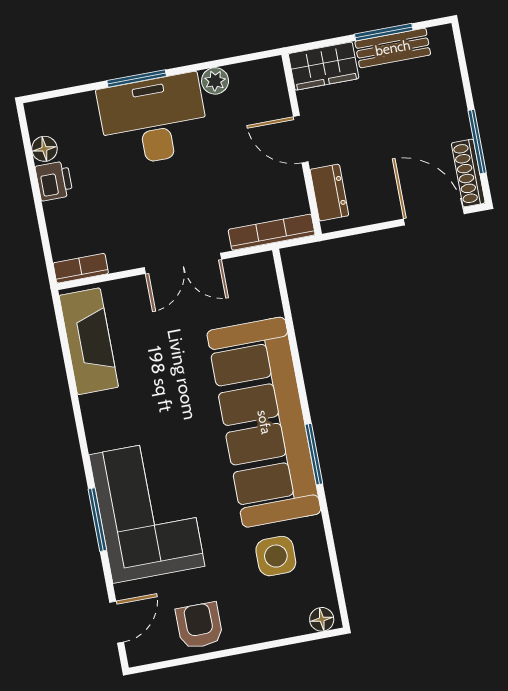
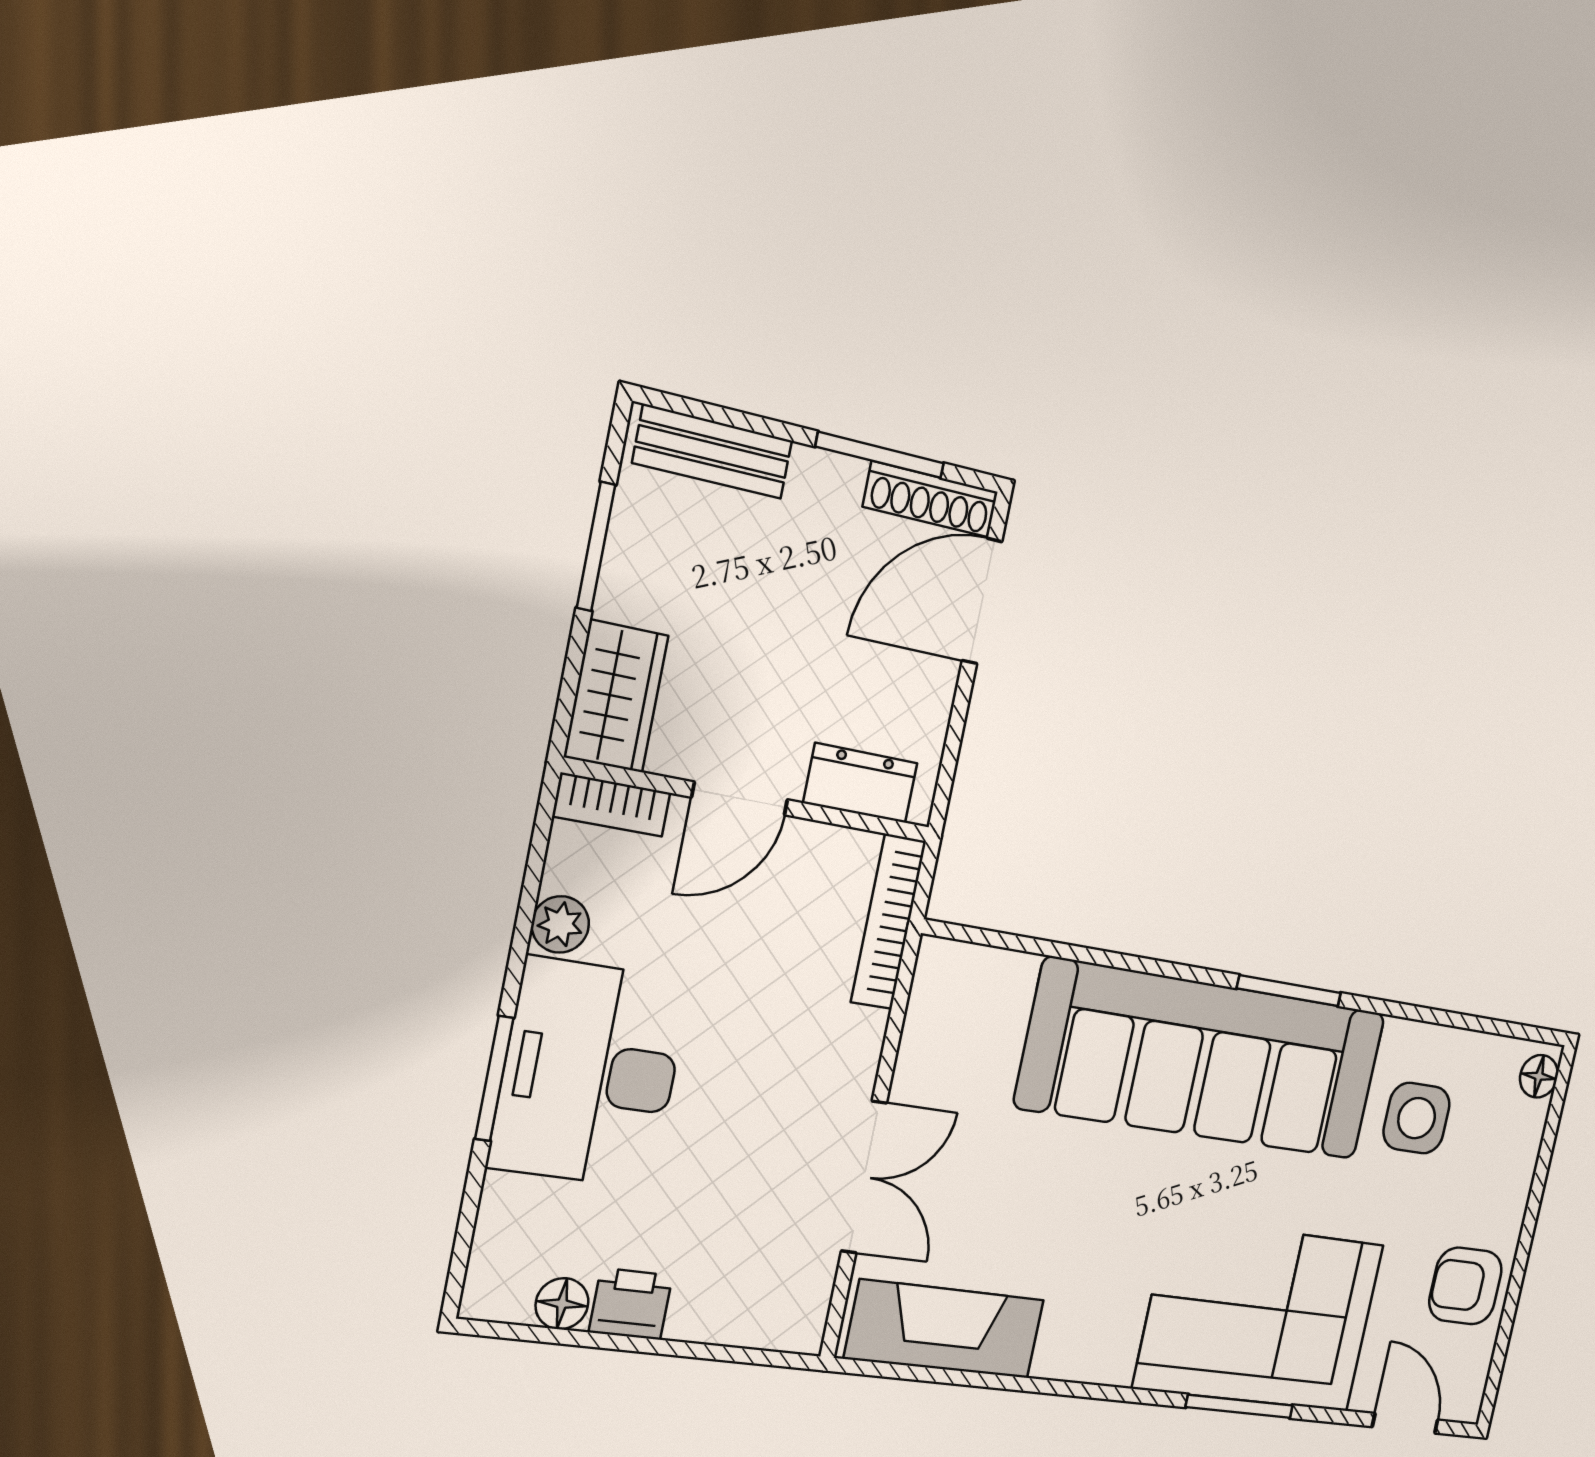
bench: (393, 48) -> (713, 452), moved, turned 90
double door: (183, 263) -> (864, 1177), moved
bookcase: (81, 268) -> (611, 805), moved, turned -90

